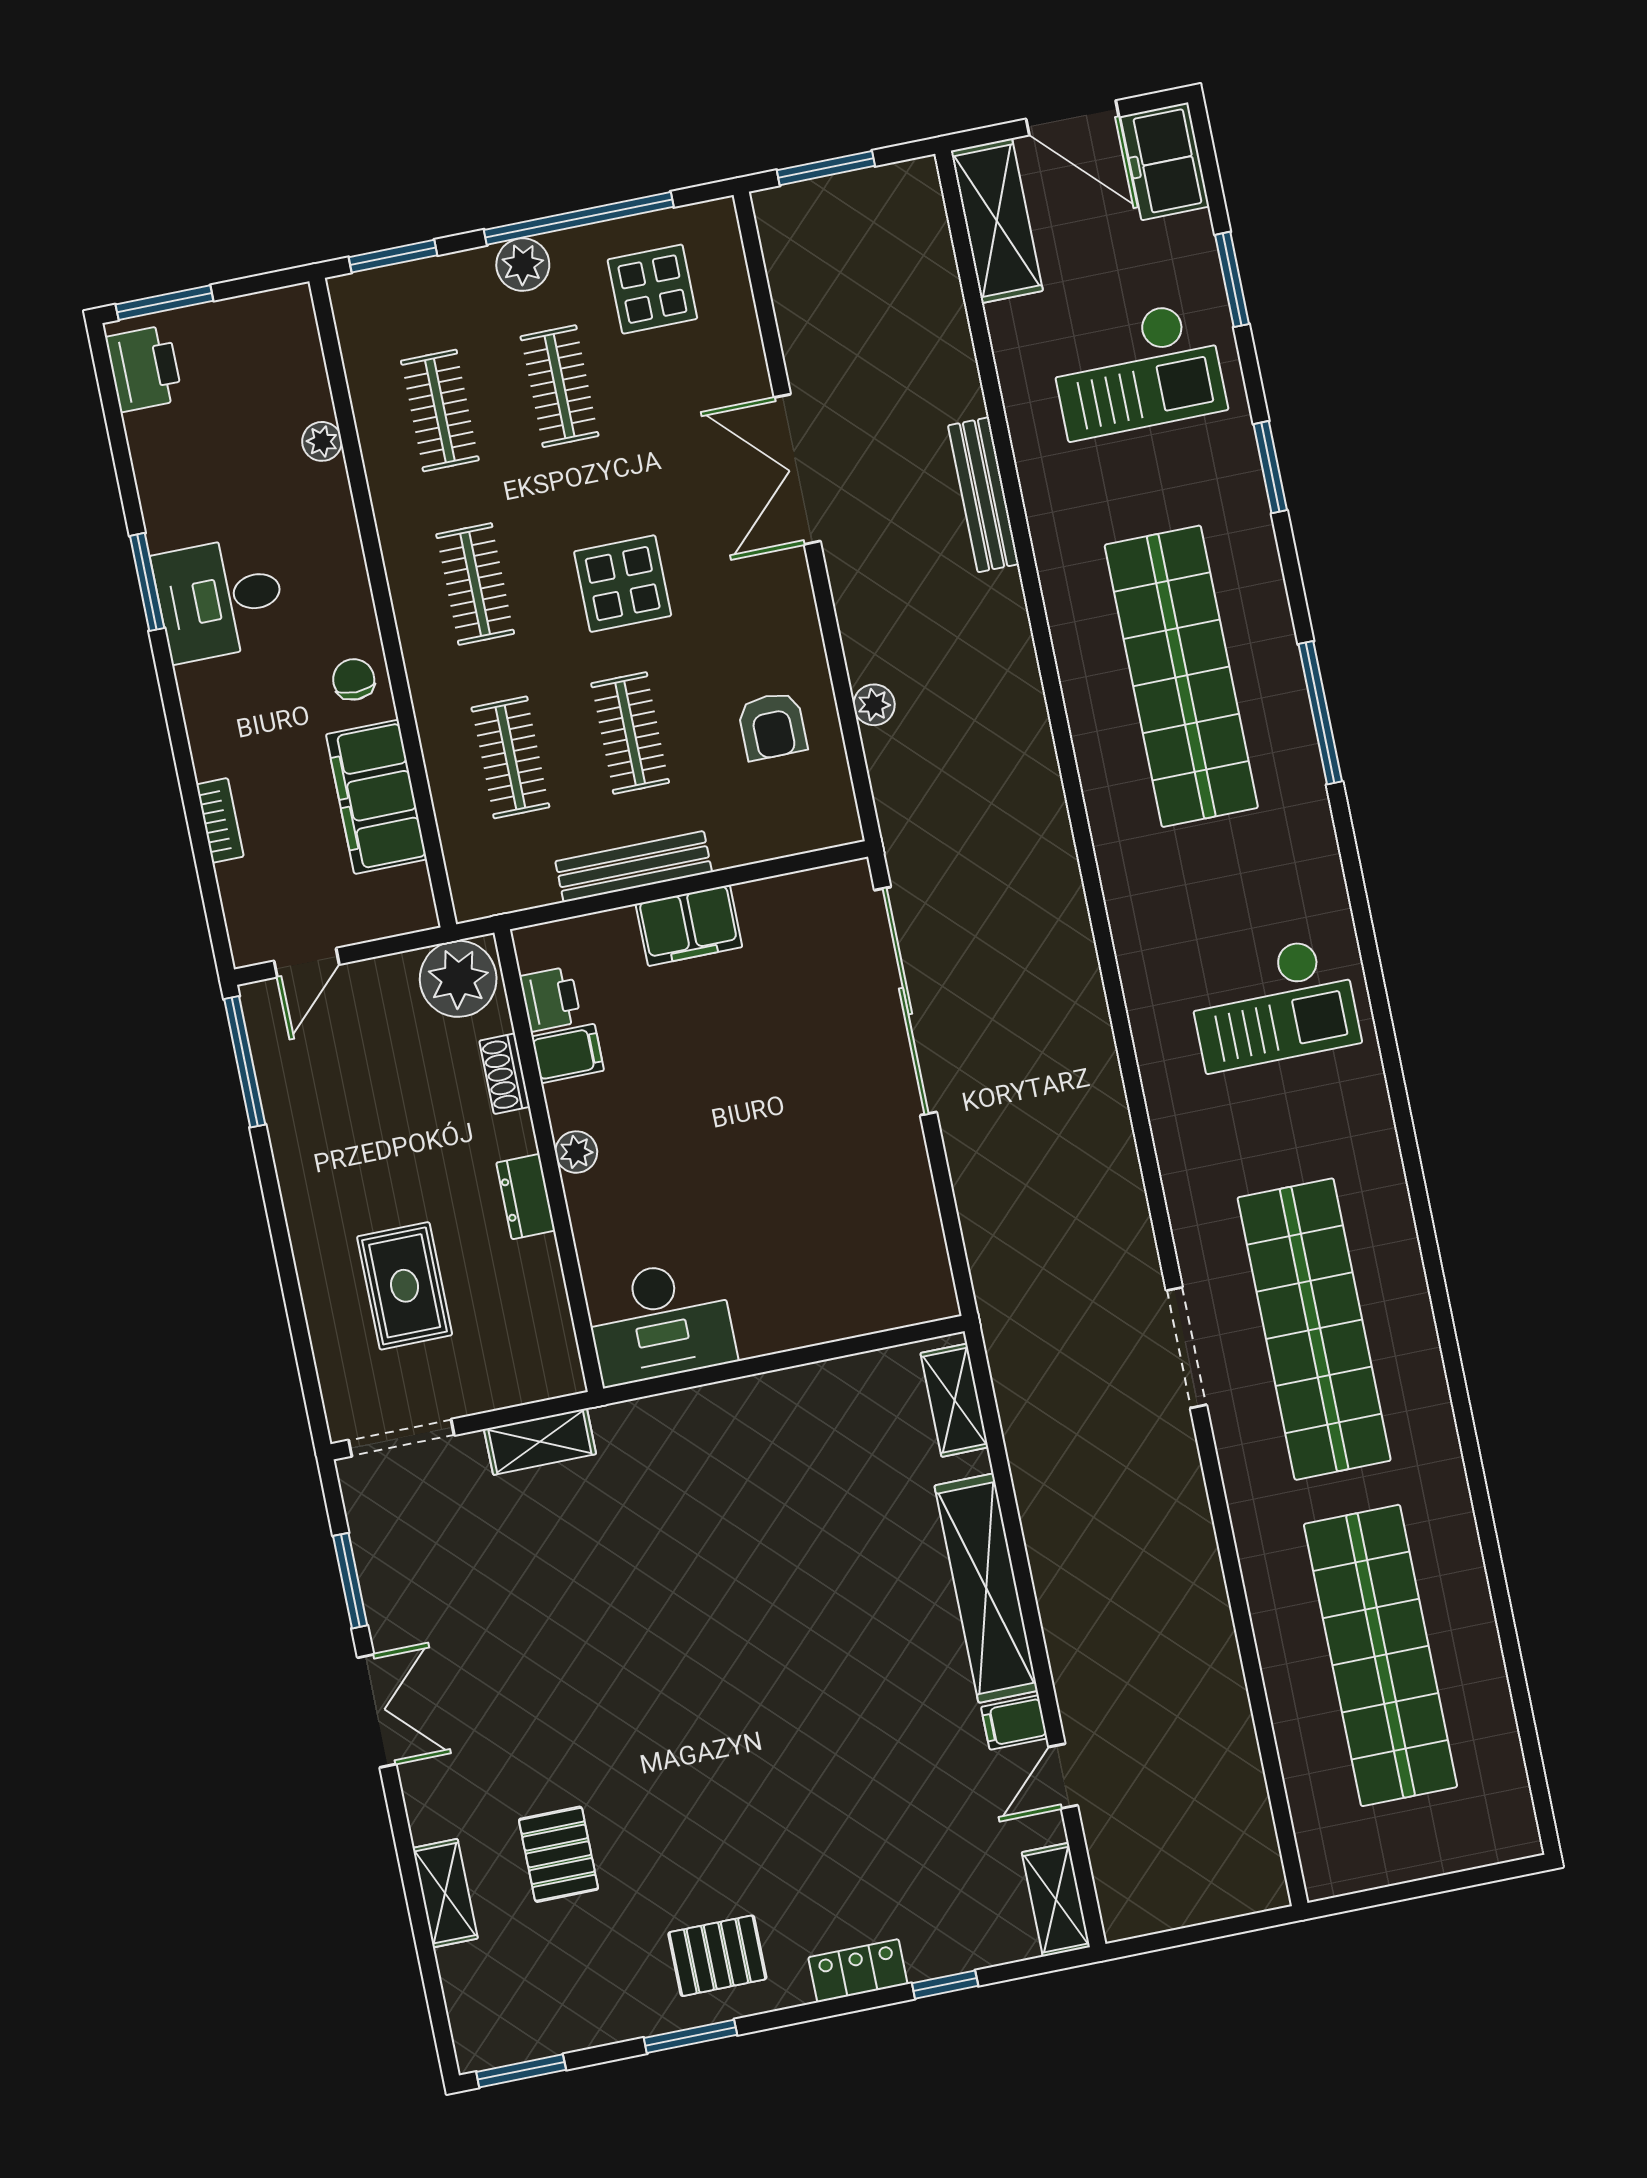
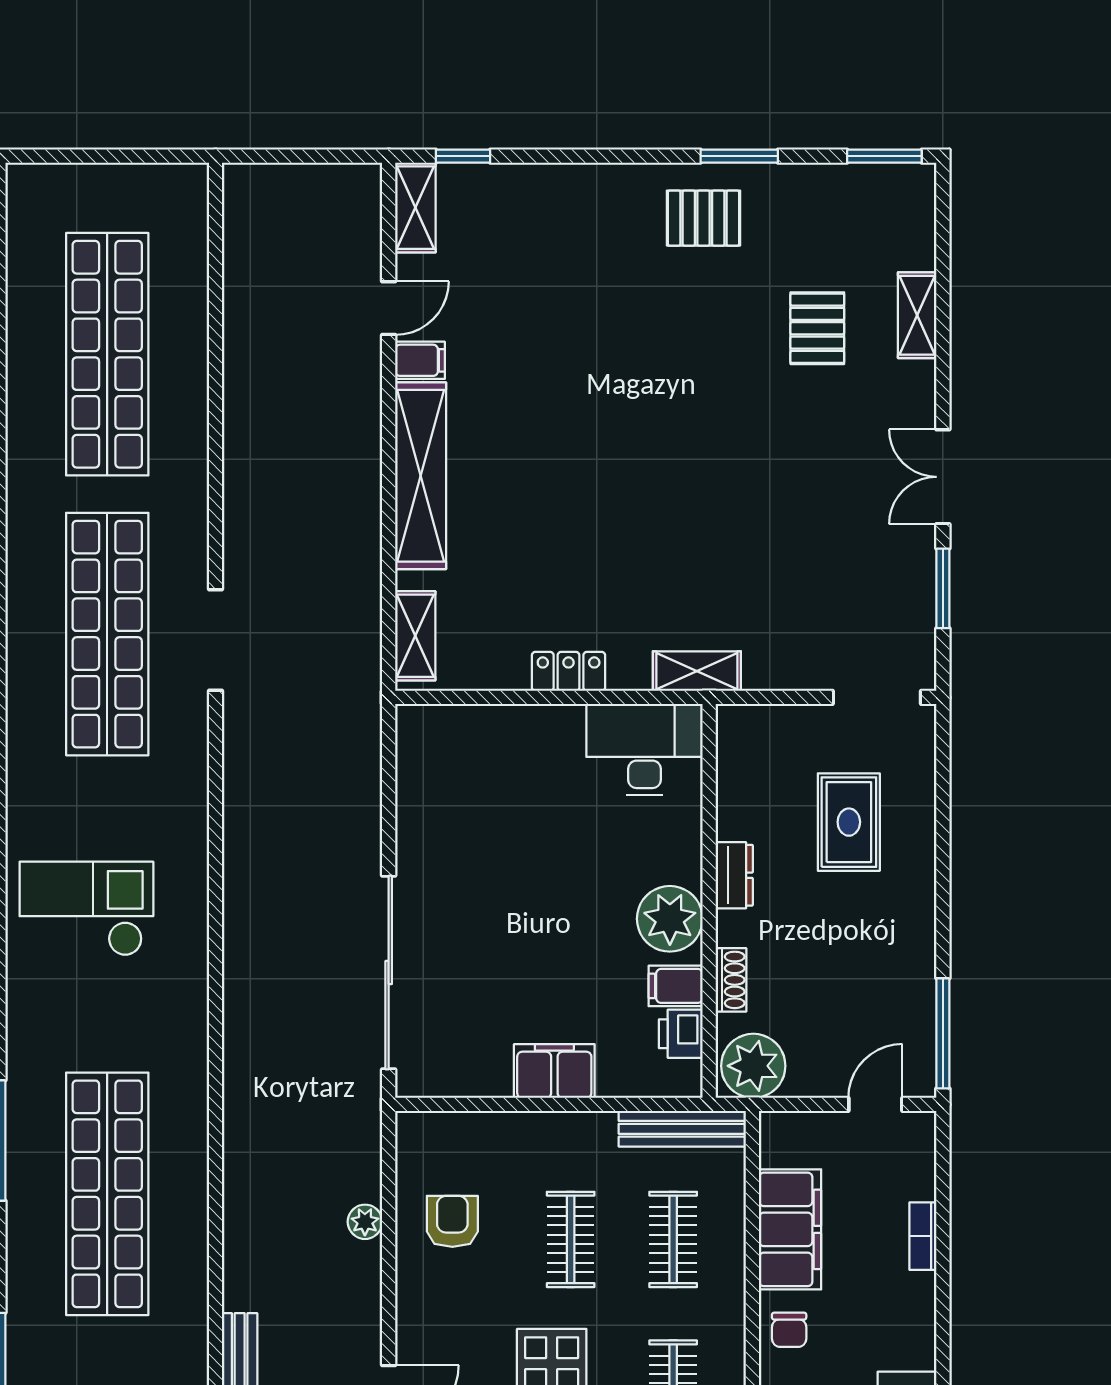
bench: (634, 867) -> (682, 1129), moved
plant: (576, 1152) -> (670, 919), width x1.88, depth x1.88
shelving: (540, 1442) -> (697, 671), moved
locker: (858, 1971) -> (569, 671), moved, turned 180
window: (945, 1985) -> (463, 156), moved

